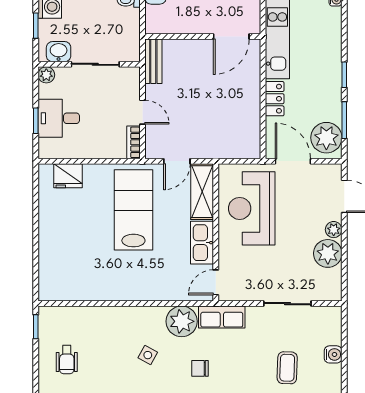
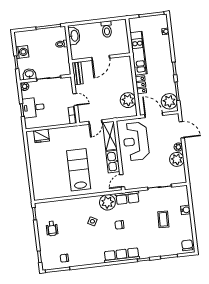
door: (231, 37) -> (101, 58), moved
plant: (246, 126) -> (128, 100), added
lab bench: (133, 210) -> (79, 170), moved

